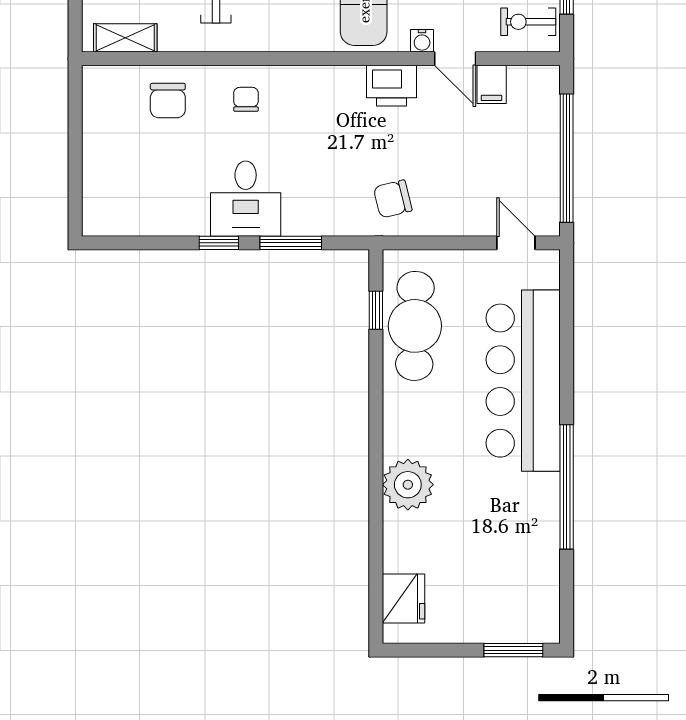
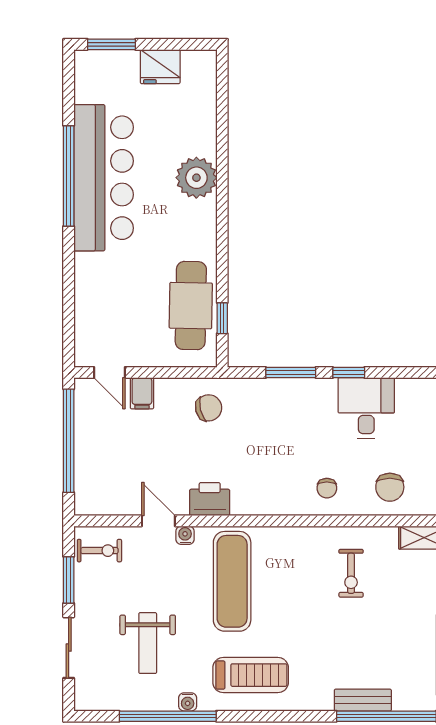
filing cabinet: (492, 84) -> (142, 393), moved, turned 180
chair: (168, 100) -> (390, 487), turned 180
desk: (246, 199) -> (366, 408), moved
bar counter: (523, 381) -> (104, 178), moved
fridge: (403, 598) -> (160, 67), moved, turned -90

